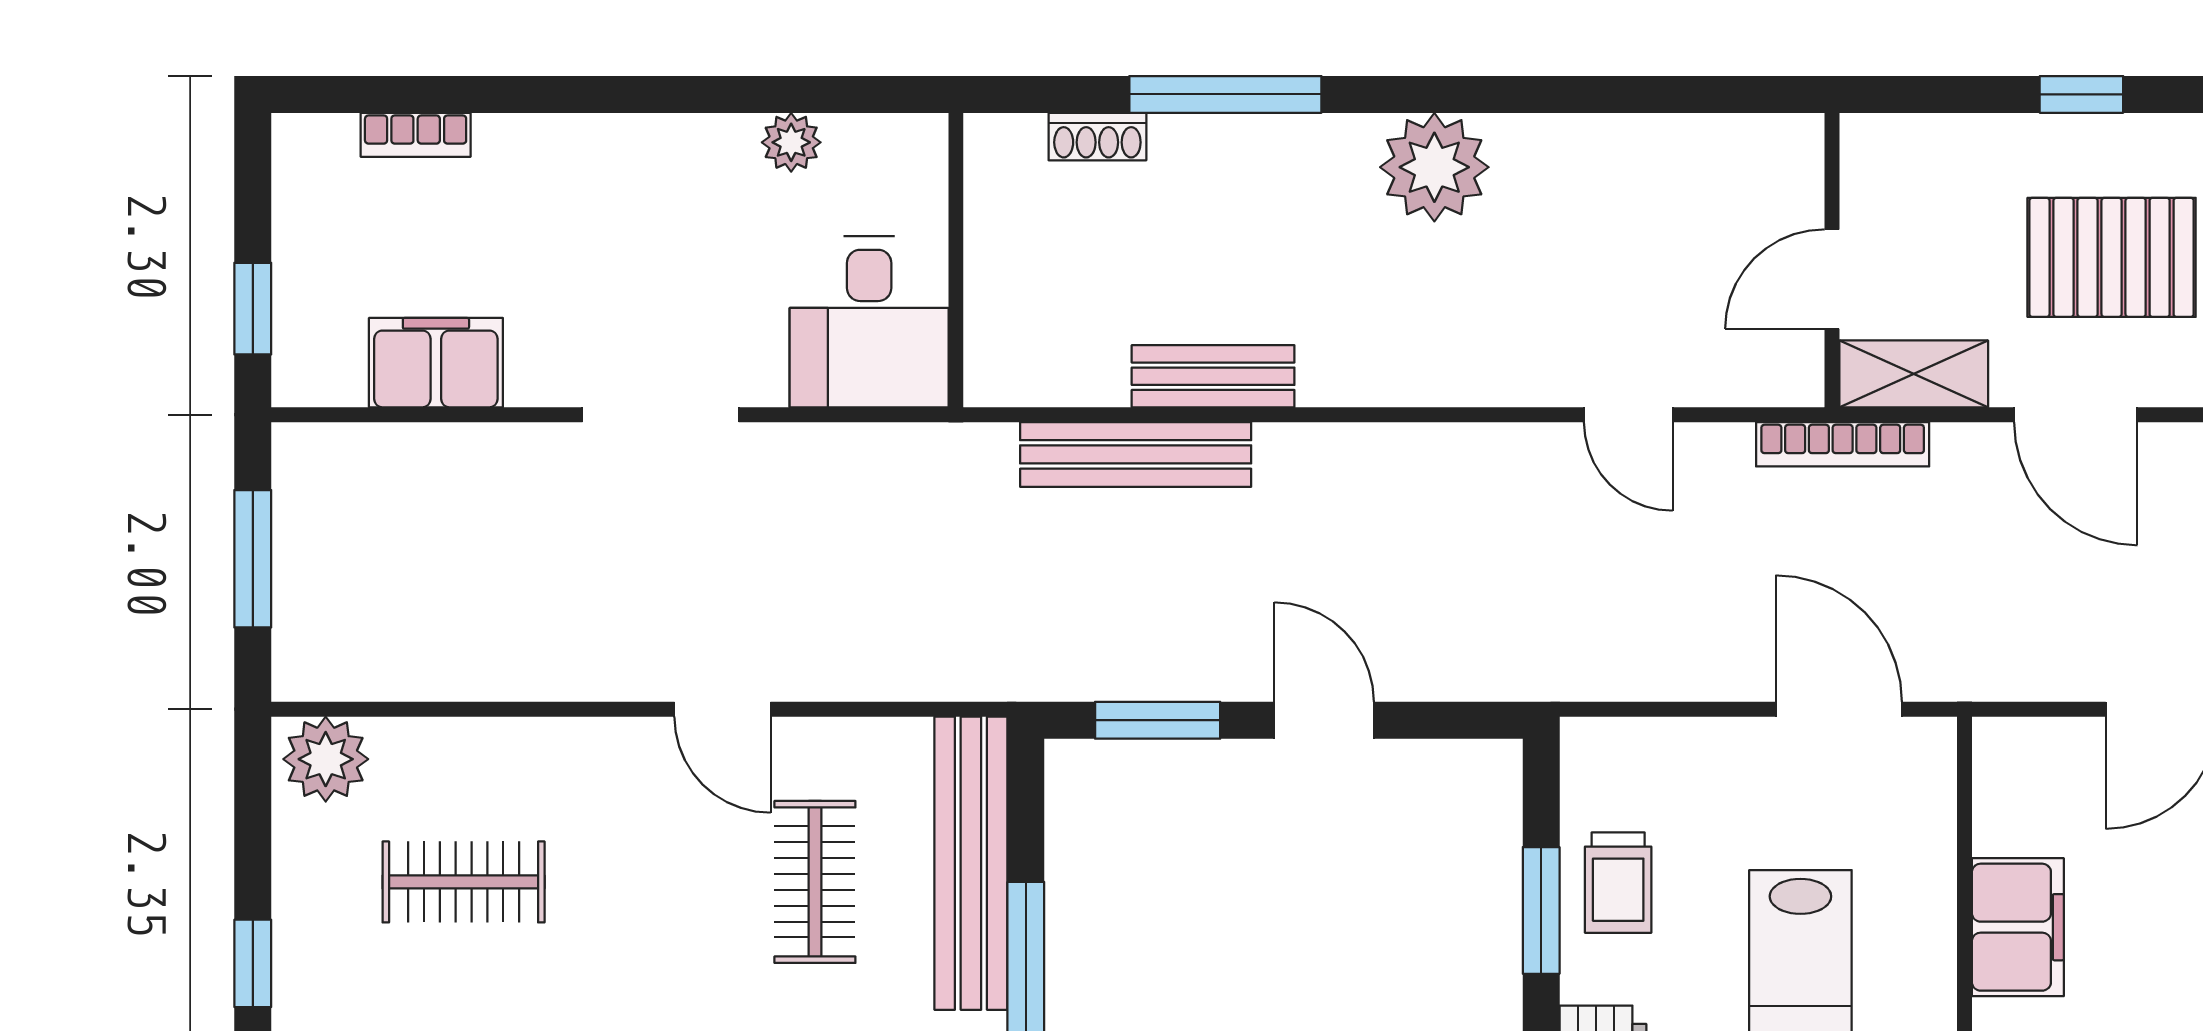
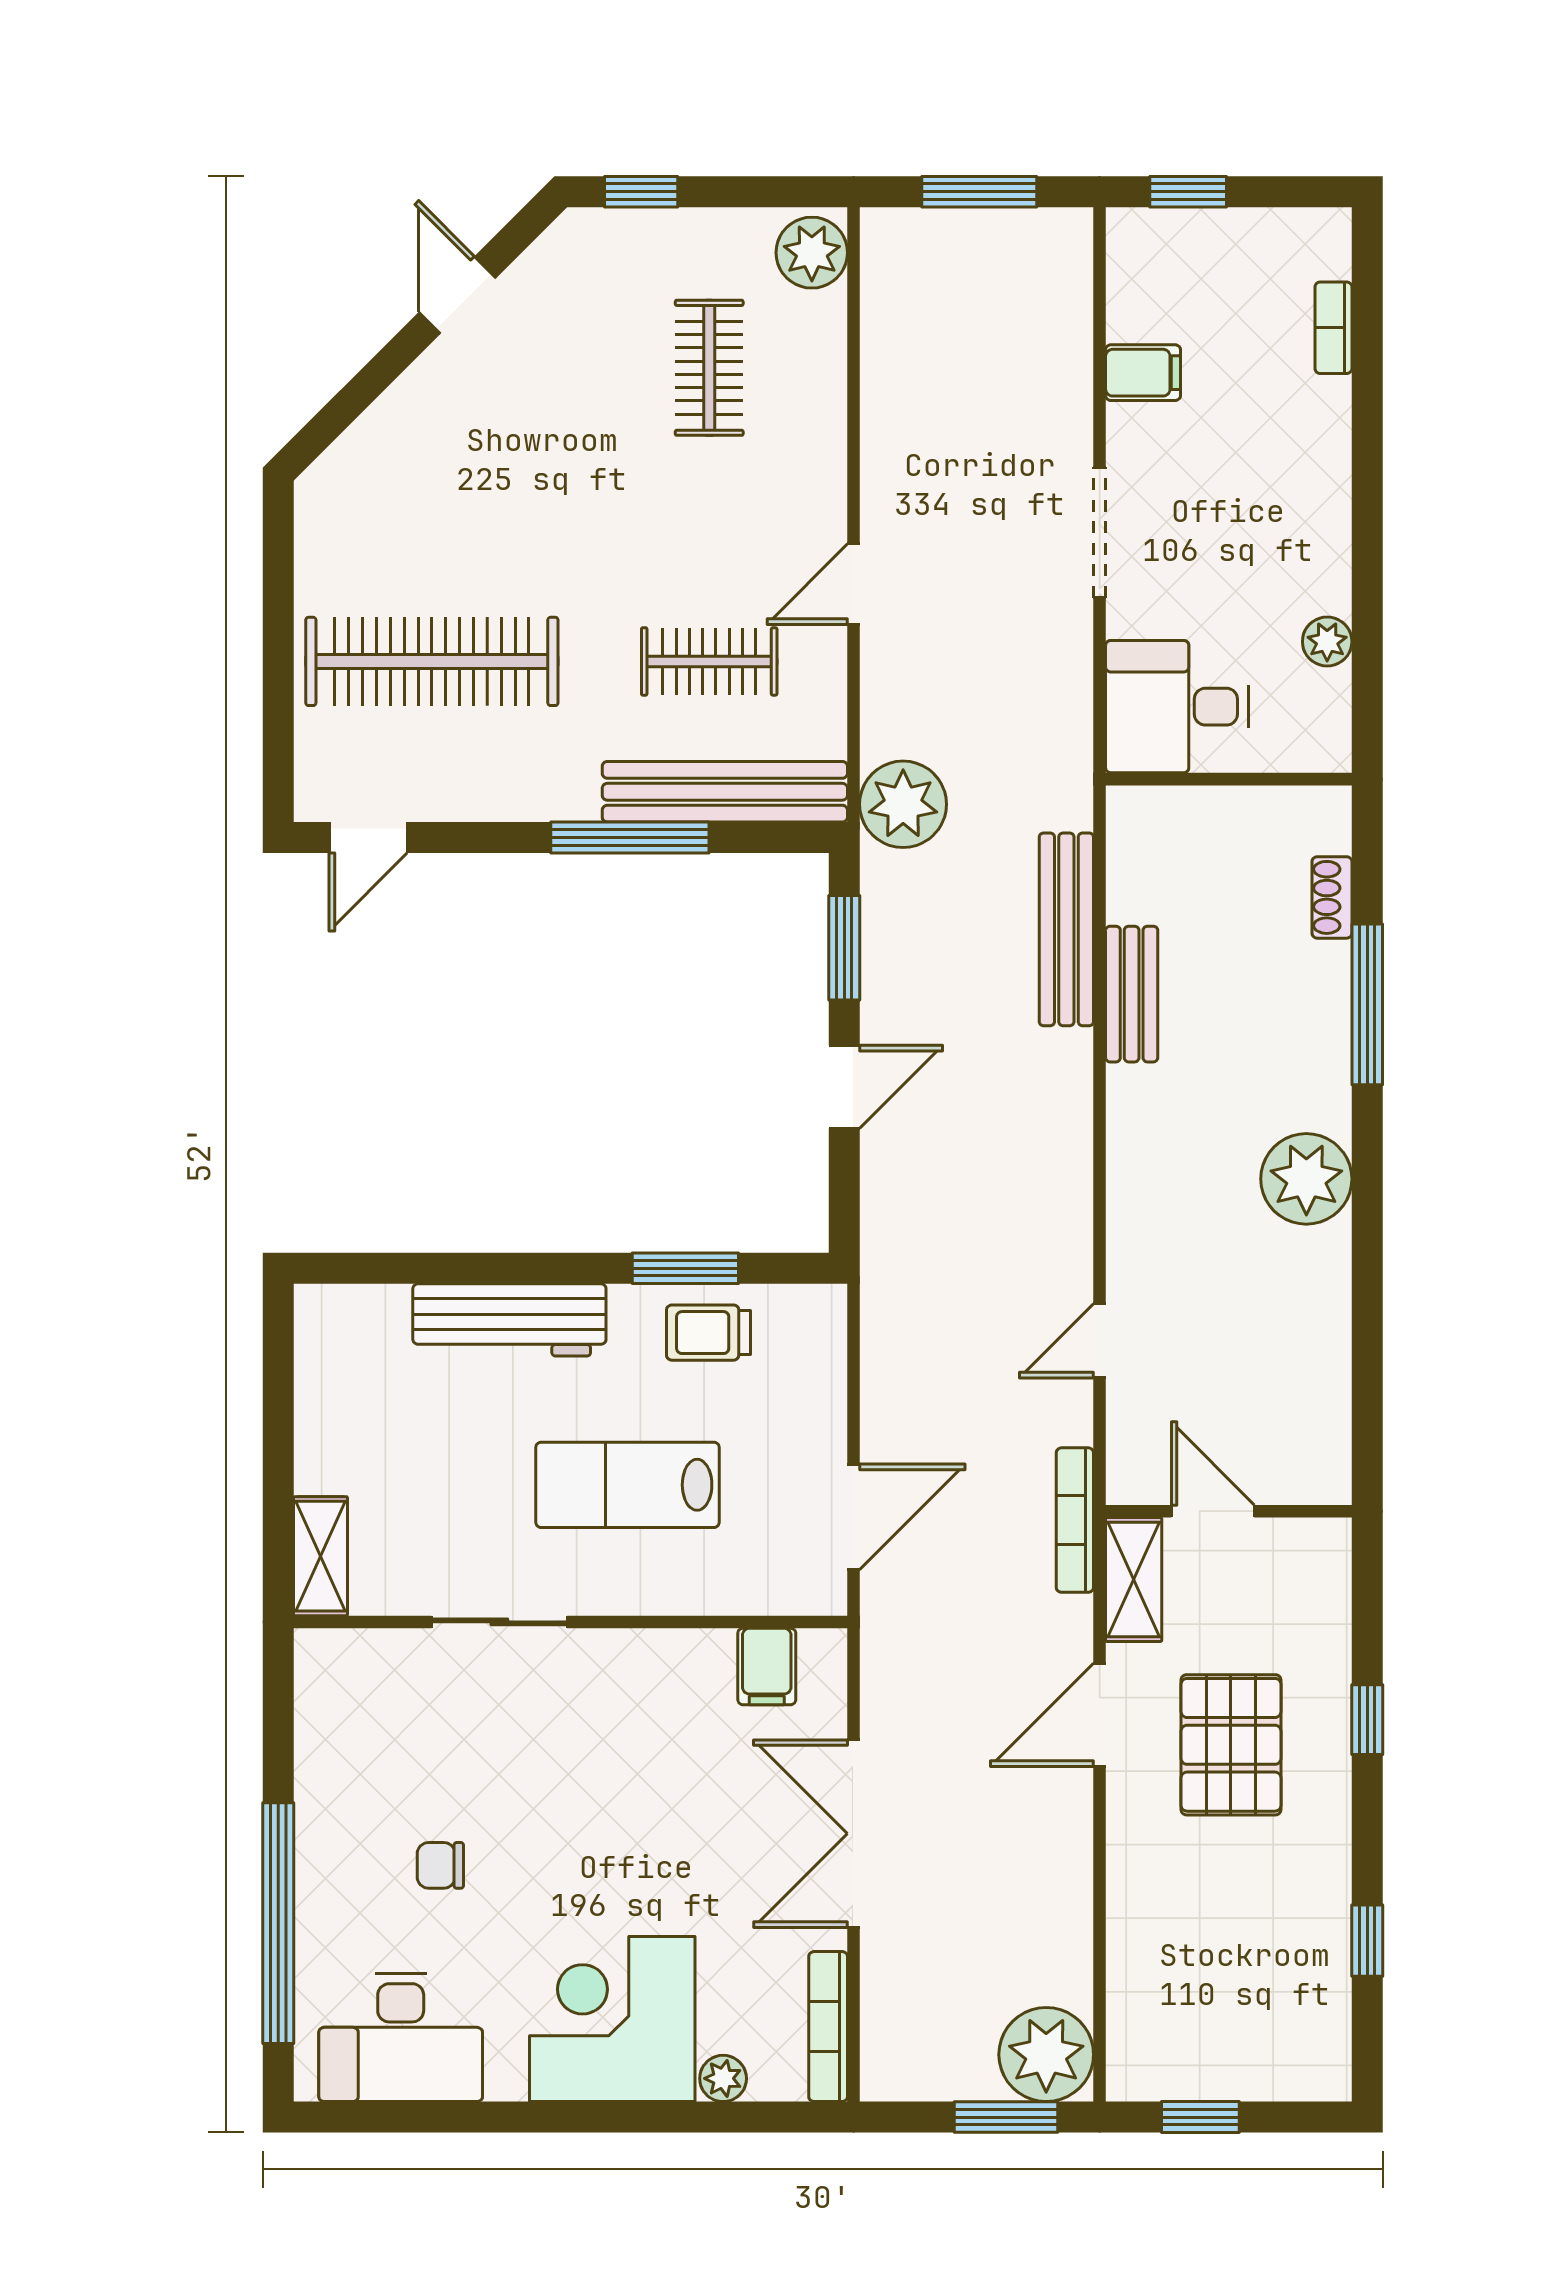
filing cabinet: (436, 363) -> (1143, 373), width x0.50
plant: (986, 650) -> (903, 804), added
filing cabinet: (2018, 927) -> (767, 1666), moved, width x0.50

